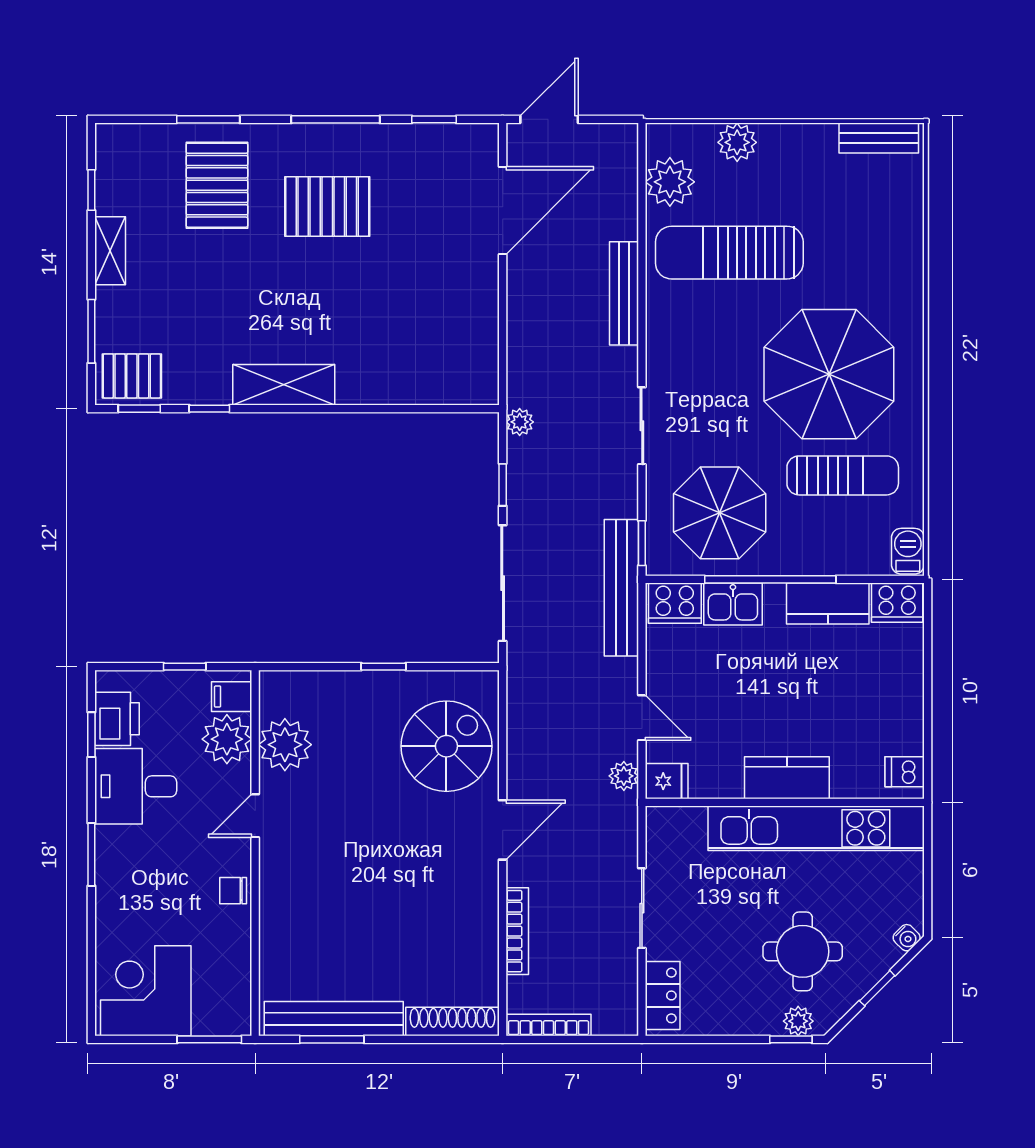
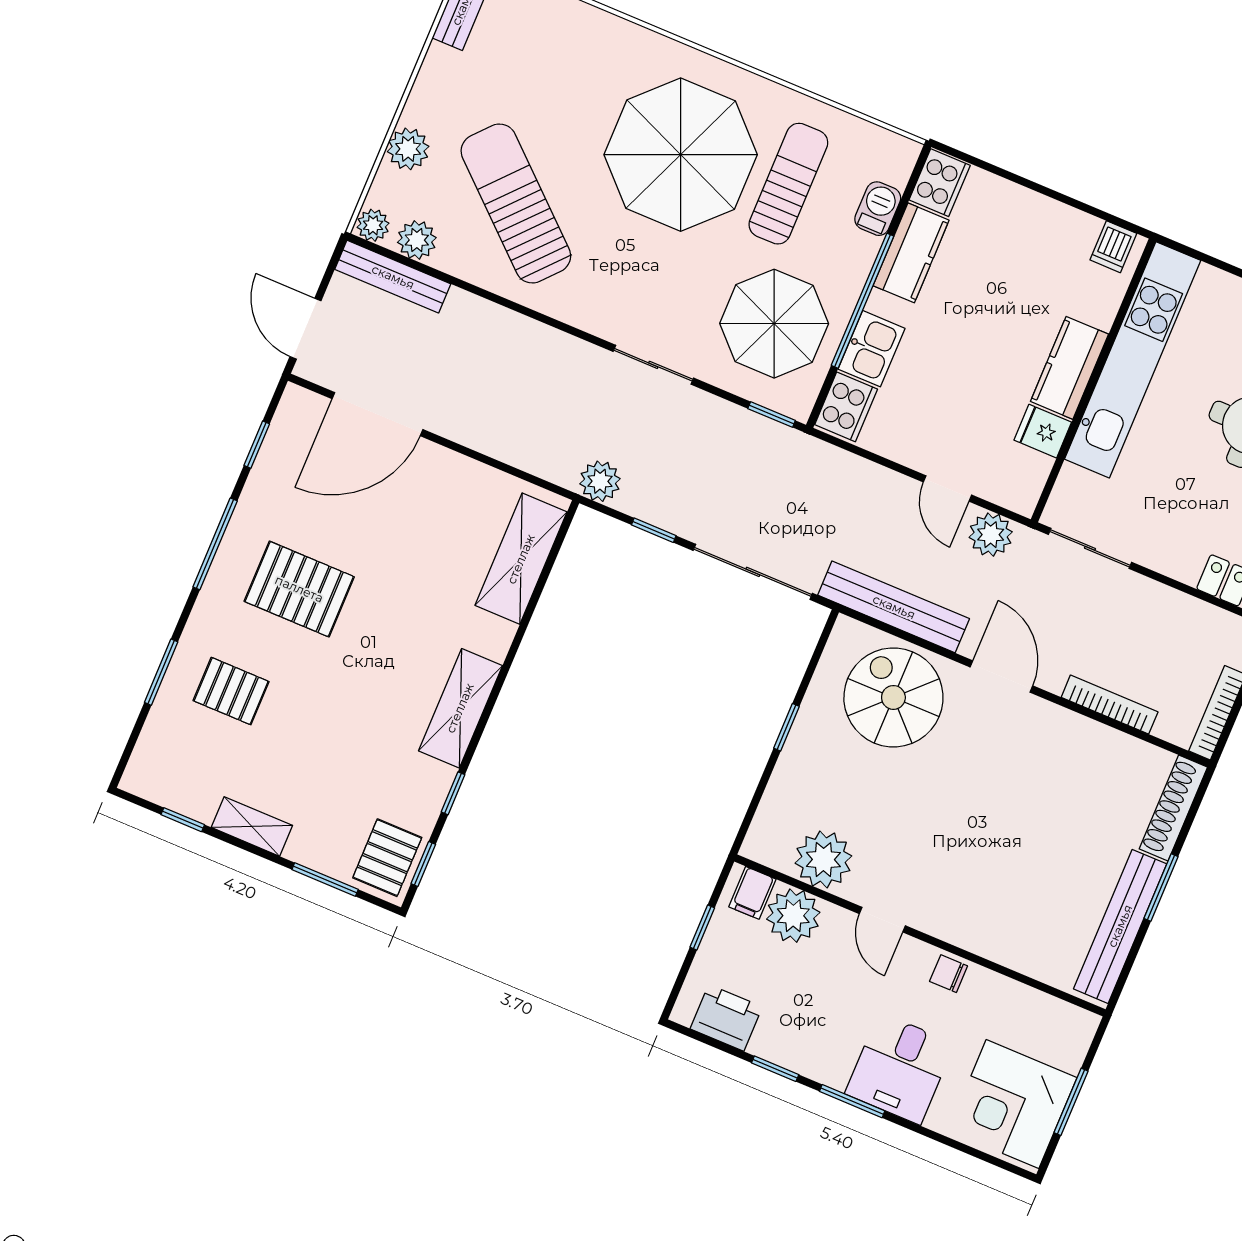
plant: (660, 140) -> (373, 225), added
plant: (670, 182) -> (417, 240), width x0.73, depth x0.73
pallet: (217, 185) -> (231, 691), width x0.67, depth x0.71
pallet: (327, 206) -> (299, 589), turned 90
door: (503, 211) -> (378, 414), swing flipped
sun lounger: (729, 253) -> (516, 204), turned 132
bench: (624, 293) -> (393, 277), moved
shelving: (432, 383) -> (521, 559), added
plant: (520, 422) -> (600, 481), width x1.38, depth x1.38
barbecue: (908, 551) -> (878, 209), moved, turned 90
bench: (621, 588) -> (894, 607), moved
door: (642, 718) -> (948, 489), swing flipped
window: (91, 735) -> (775, 1069), moved
plant: (624, 776) -> (991, 535), width x1.38, depth x1.38
fridge: (667, 781) -> (1043, 431), moved, turned -90
desk: (136, 786) -> (900, 1069), moved
chair: (233, 891) -> (949, 974), turned 90
sliding door: (642, 908) -> (1090, 548), moved
window: (209, 1039) -> (1071, 1102), moved
window: (332, 1039) -> (1161, 888), moved

